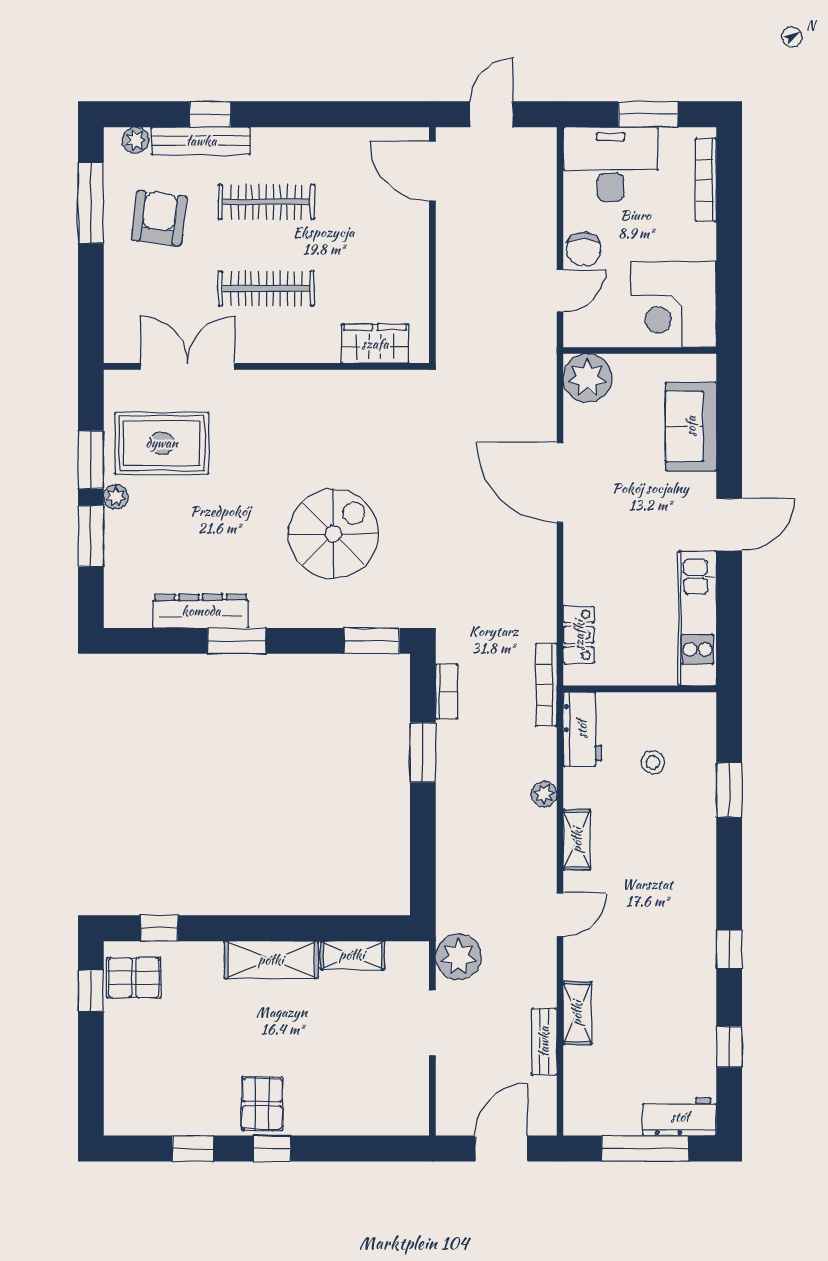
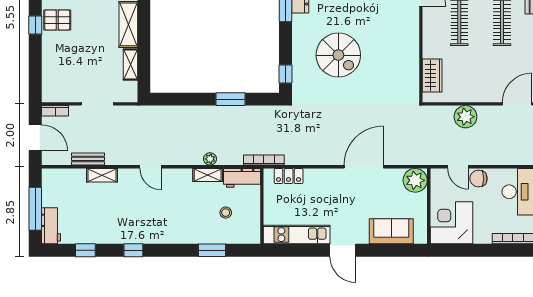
window: (372, 641) -> (285, 74), width x0.67
bookcase: (446, 692) -> (55, 111), moved
shelving: (577, 840) -> (208, 175), moved
plant: (458, 957) -> (465, 117), moved

